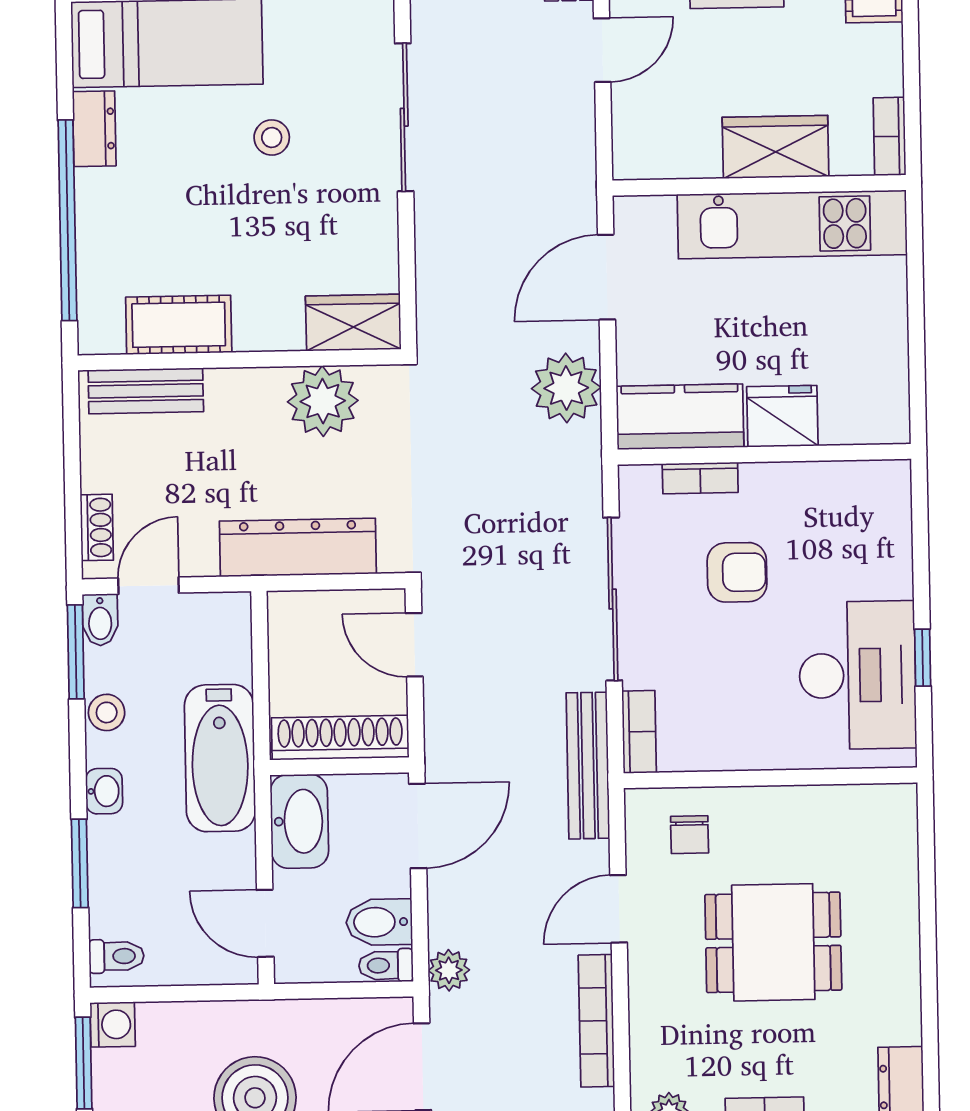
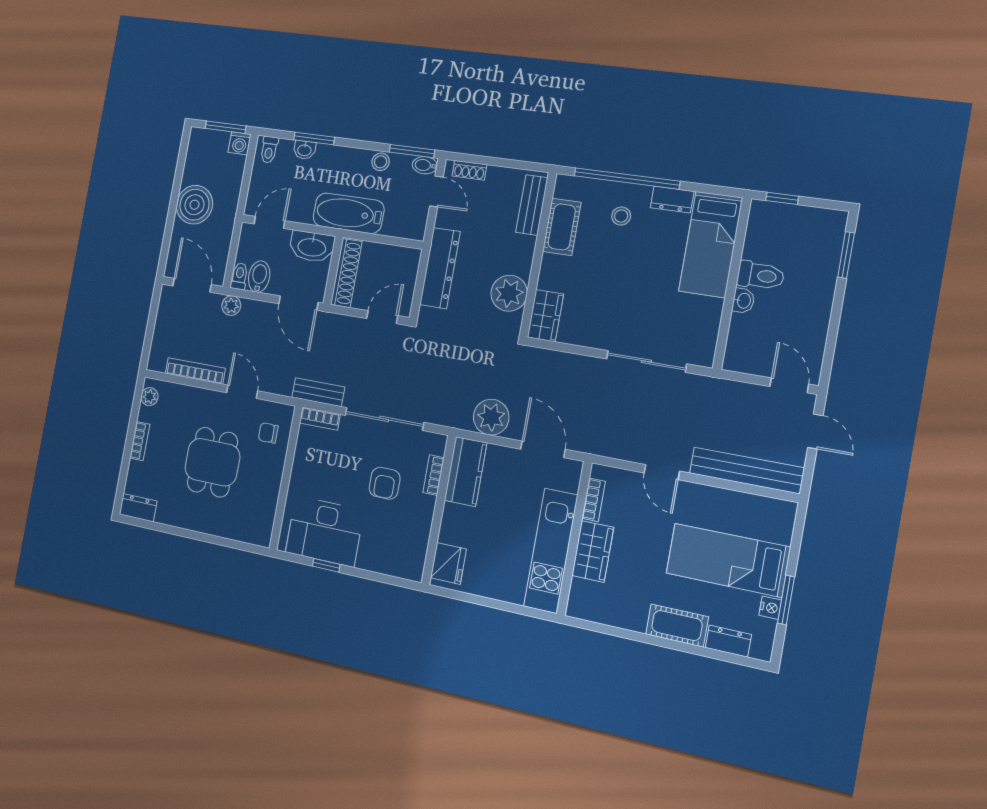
bookcase: (890, 136) -> (594, 500), moved, turned 90
stool: (272, 138) -> (621, 216), moved
fridge: (782, 416) -> (448, 563), moved
bench: (588, 766) -> (318, 392), width x0.73
washbasin: (104, 791) -> (304, 150), moved

